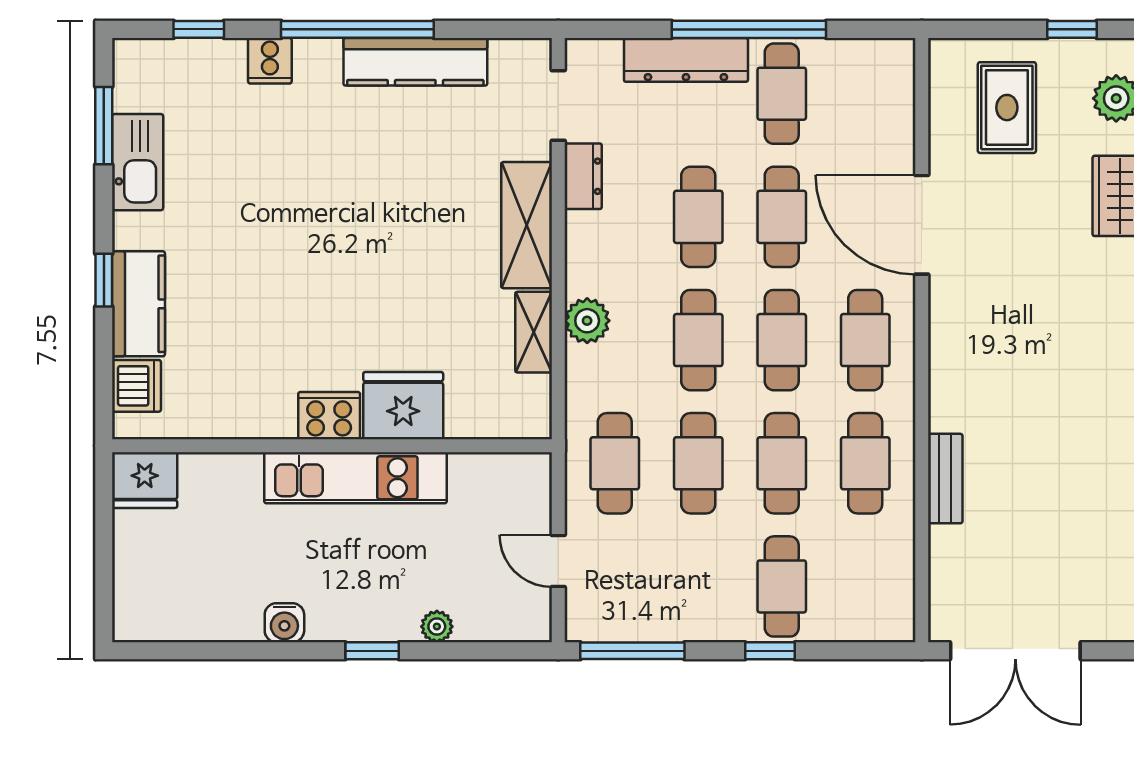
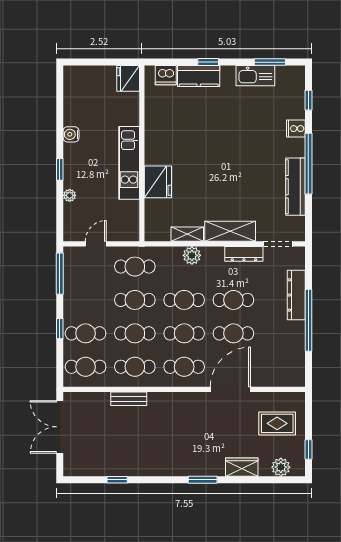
cafe table: (782, 94) -> (86, 367), moved
dresser: (583, 176) -> (244, 254), width x1.44
cooker: (329, 416) -> (154, 152), removed

